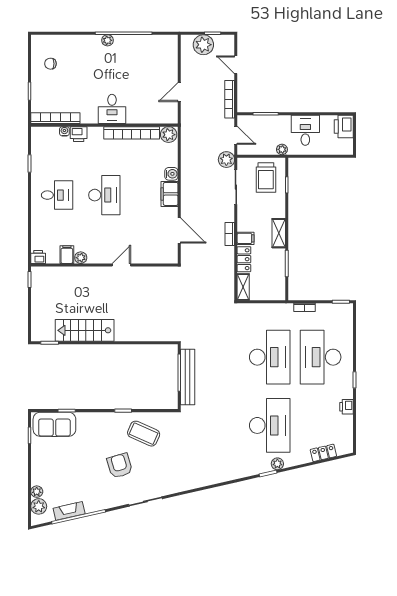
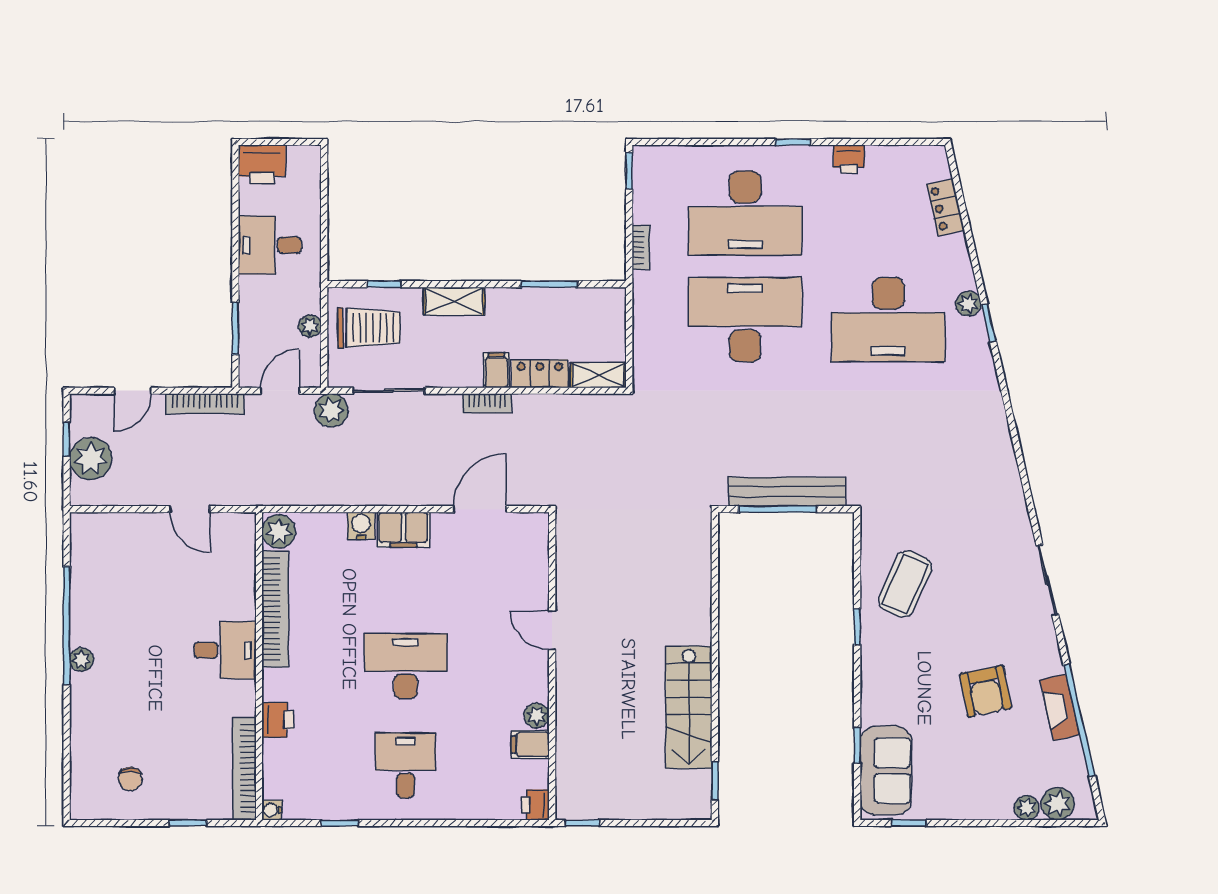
water cooler: (64, 131) -> (272, 810), moved
plant: (282, 149) -> (310, 326), moved
shelving: (279, 233) -> (454, 301), moved
desk: (270, 425) -> (888, 320), turned 180
armchair: (120, 466) -> (986, 691), moved, turned -85
fireplace: (69, 511) -> (1060, 707), moved

